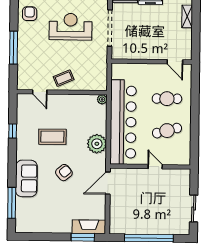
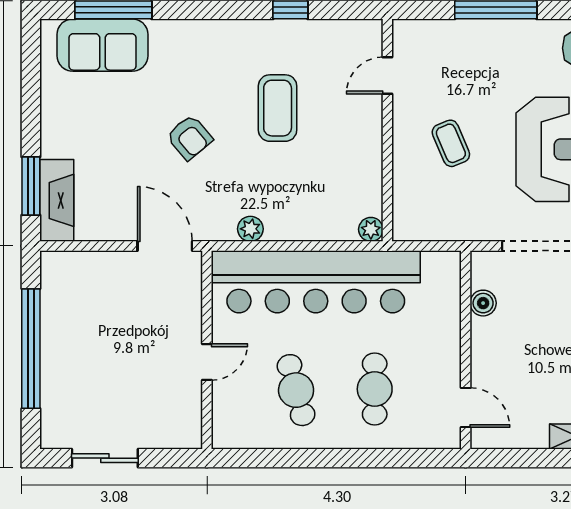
boiler: (133, 54) -> (483, 303), added
door: (175, 62) -> (466, 408), swing flipped
coffee table: (64, 78) -> (451, 143), moved
plant: (97, 144) -> (250, 229), width x0.53, depth x0.53
sofa: (26, 178) -> (102, 45), moved

